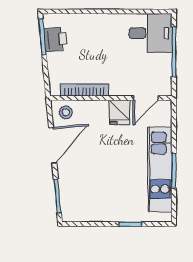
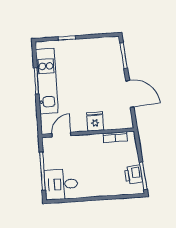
bookcase: (84, 90) -> (115, 137), width x0.64
stool: (66, 112) -> (122, 120), removed
fridge: (119, 112) -> (95, 121), moved
door: (53, 145) -> (130, 94), swing flipped

